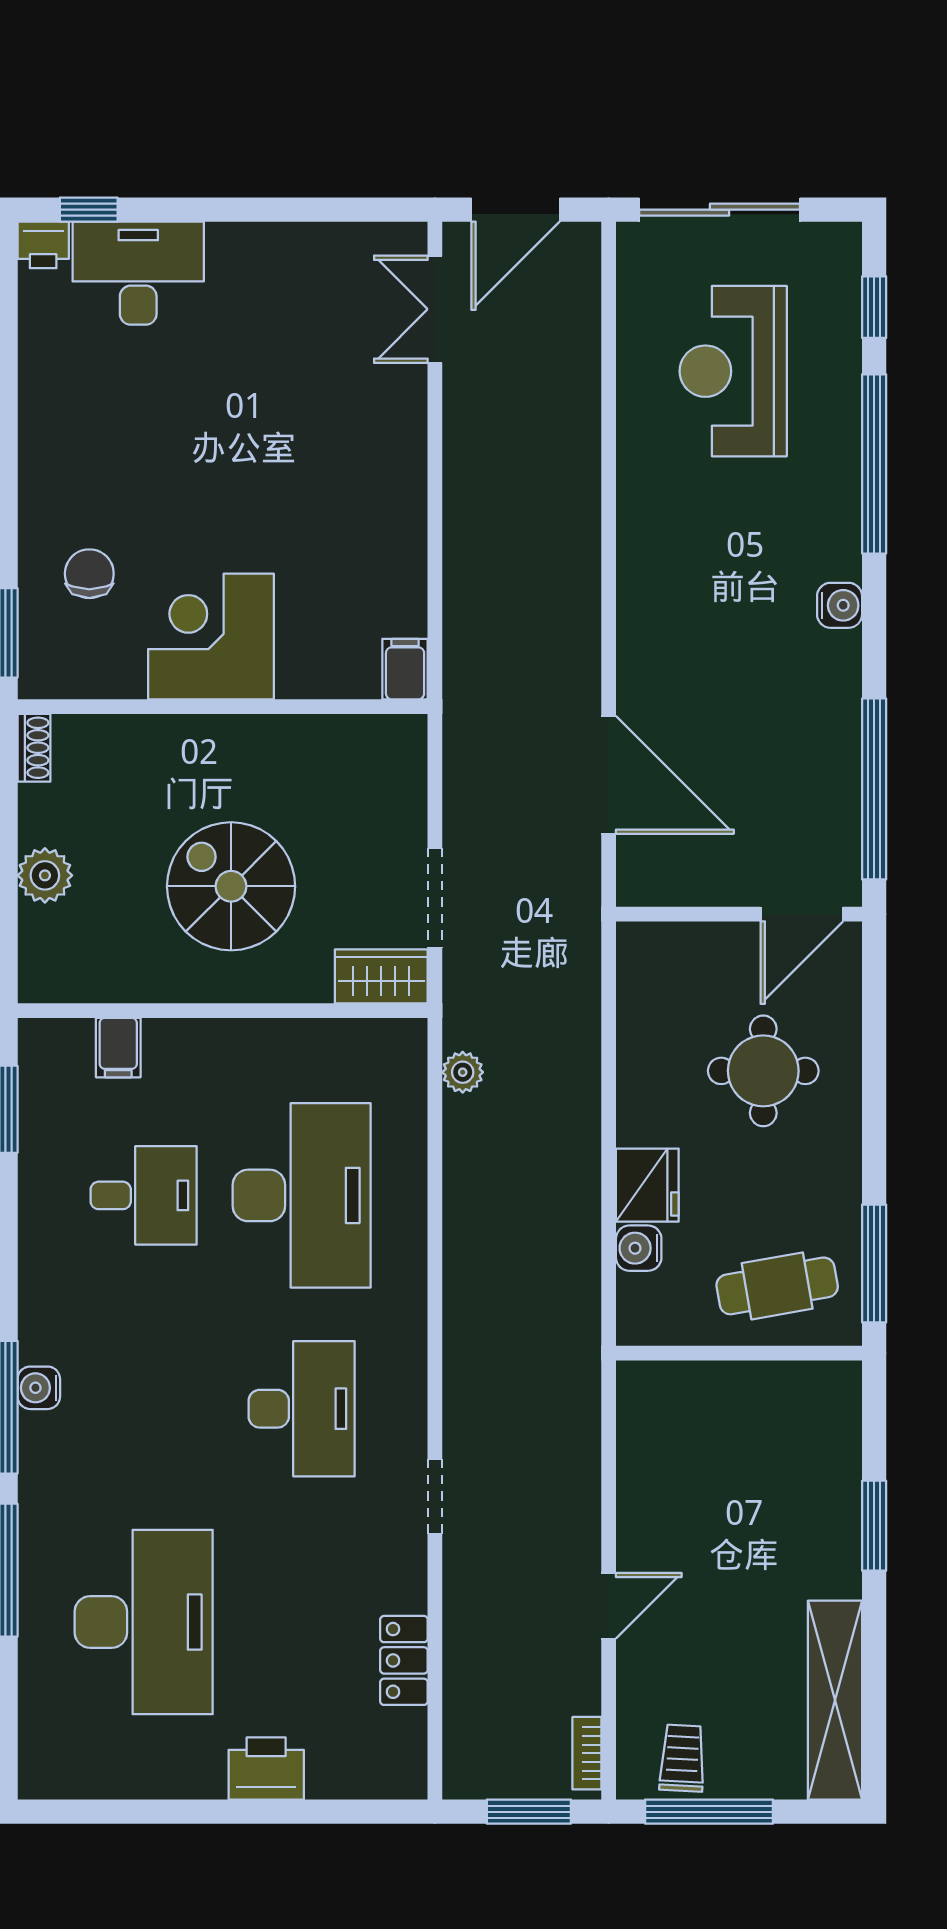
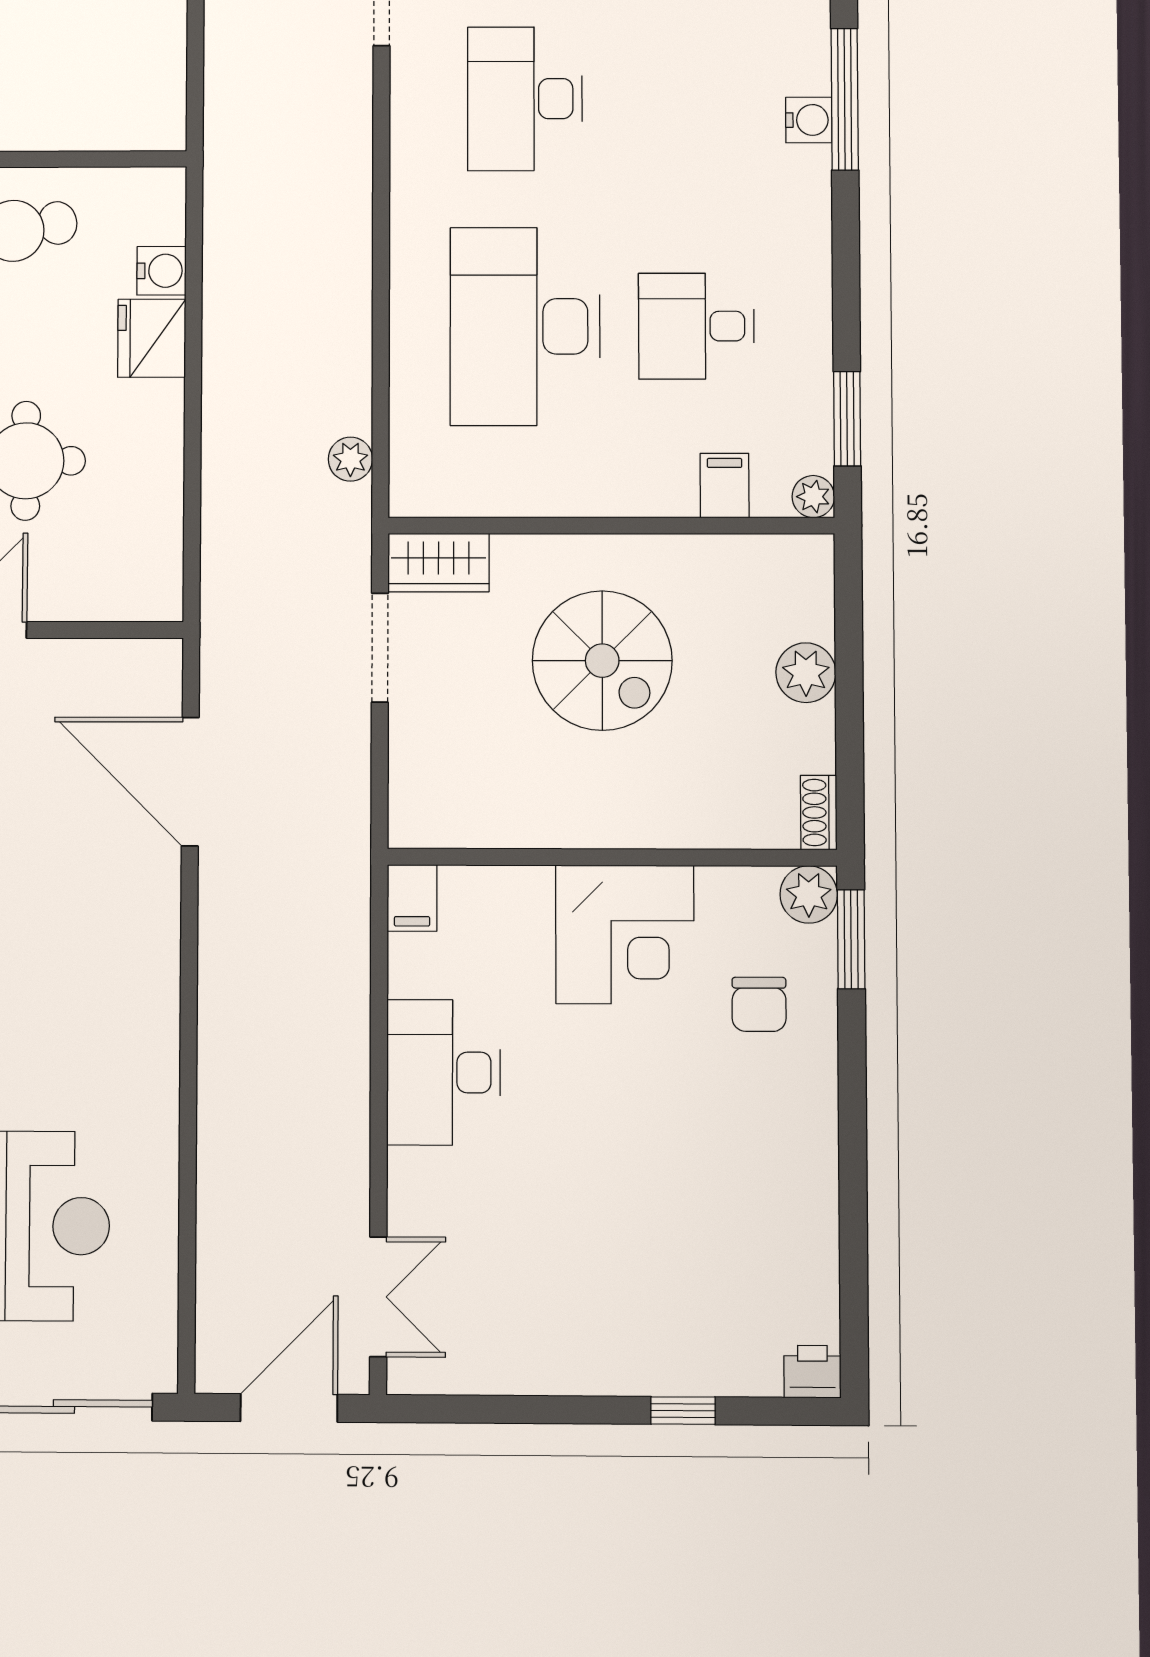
window: (89, 210) -> (683, 1411), moved
desk: (138, 273) -> (443, 1072), moved, turned 90
plant: (44, 673) -> (809, 894), added
plant: (37, 1037) -> (813, 497), added

